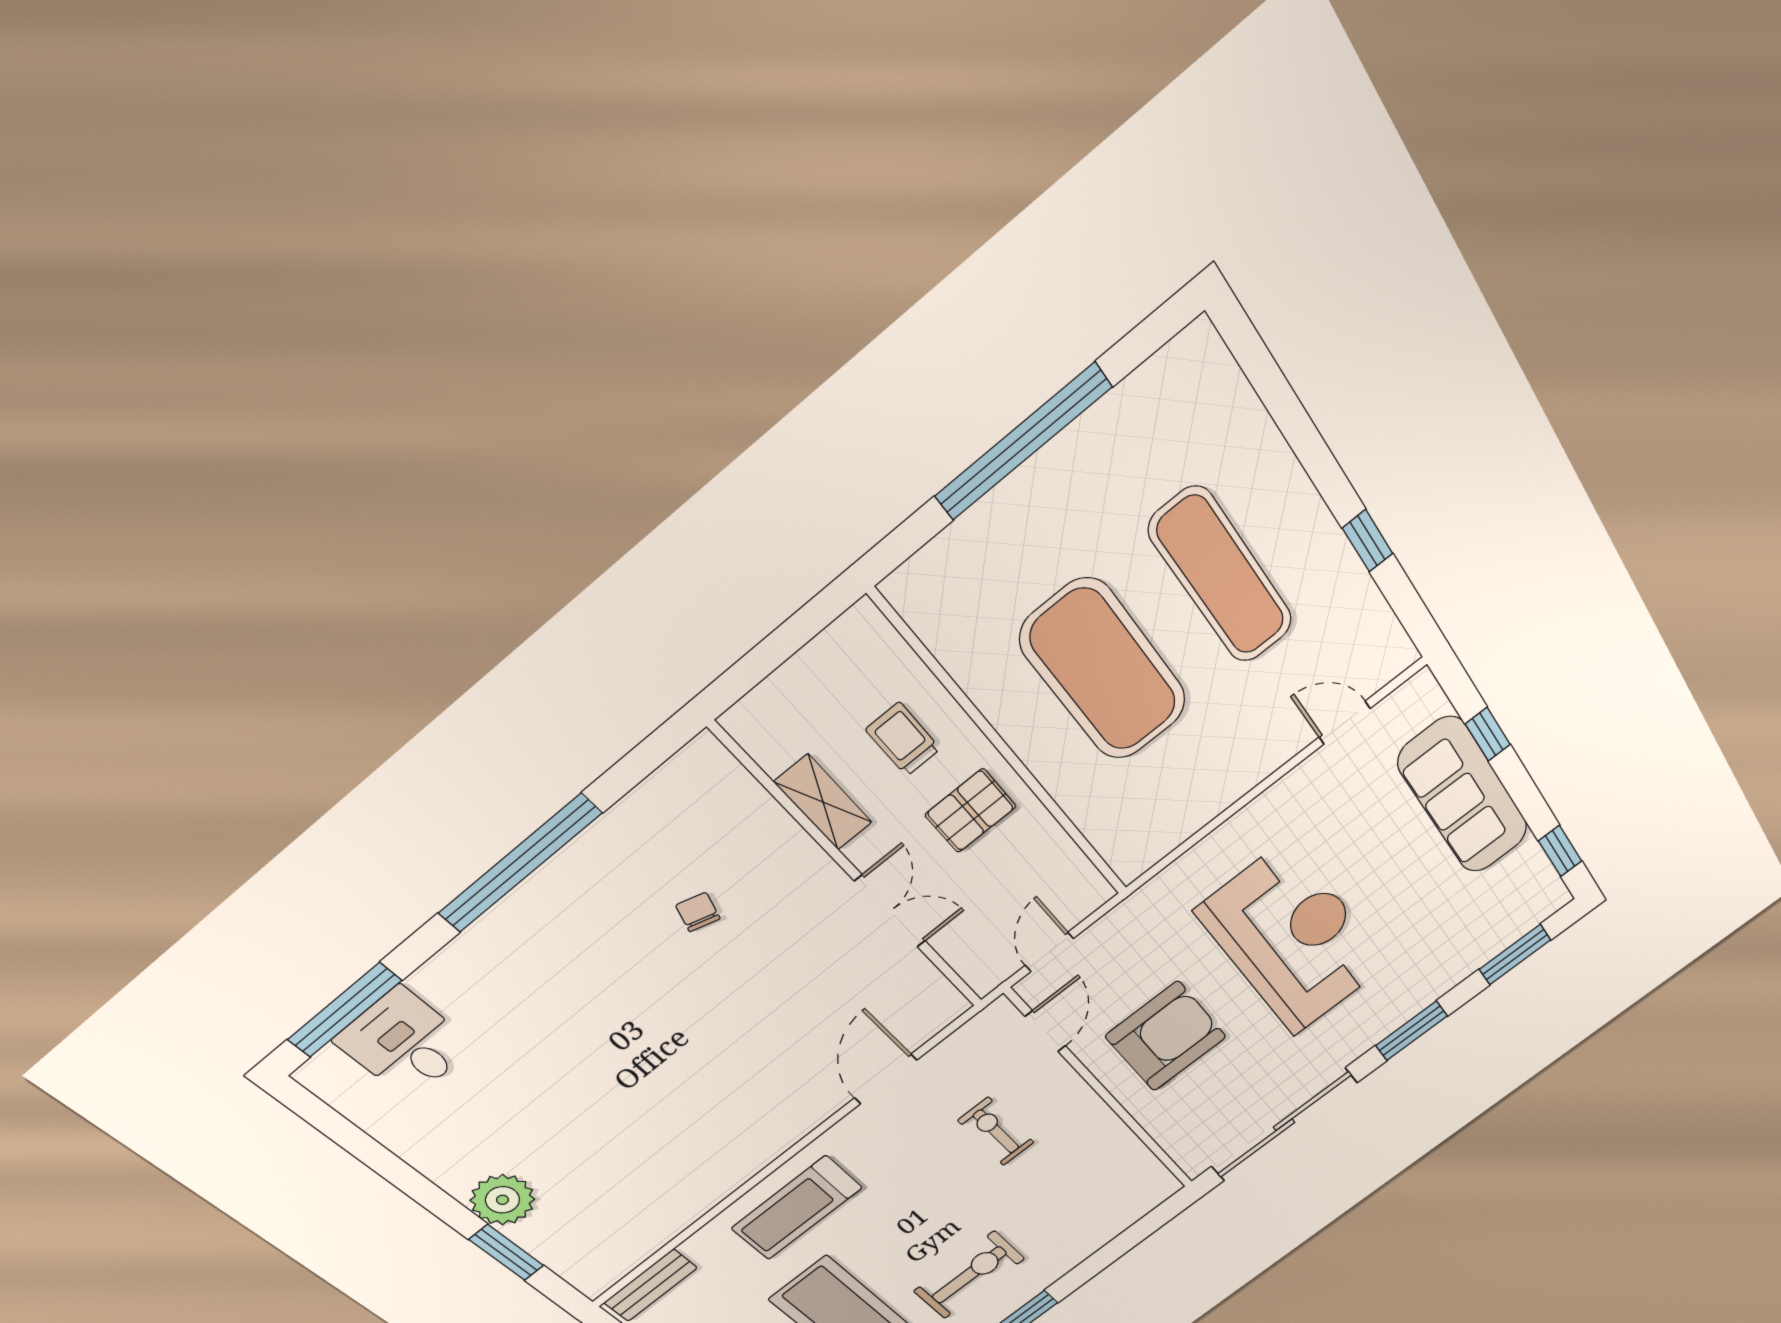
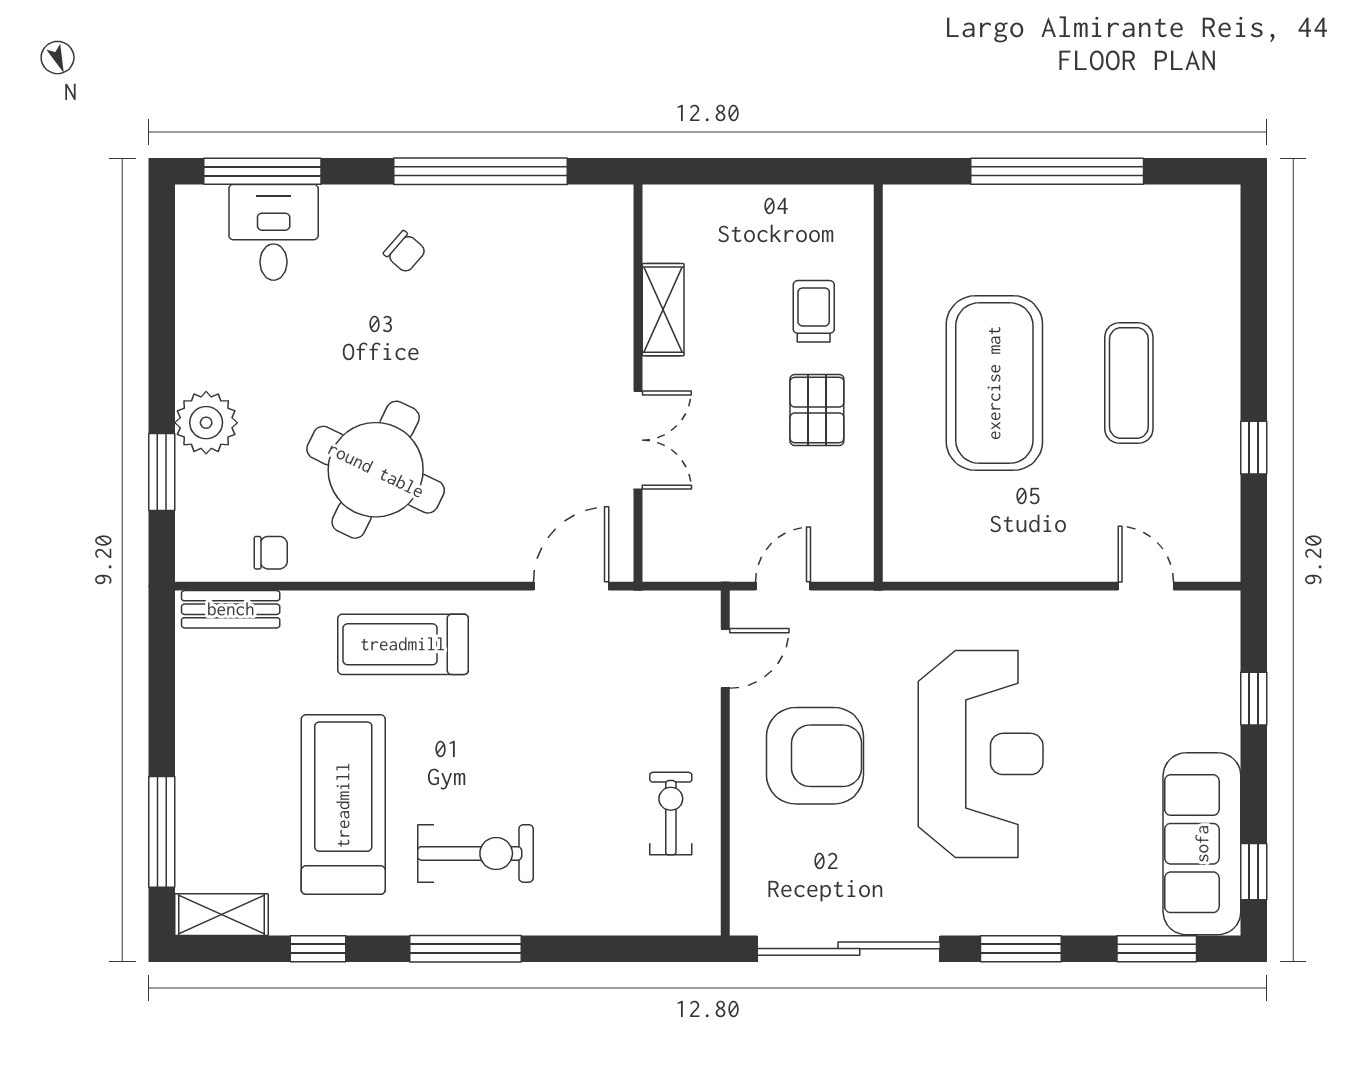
exercise mat: (1221, 576) -> (1129, 383), width x0.73, depth x0.69
sofa: (1463, 796) -> (1202, 844), moved
shelving: (823, 802) -> (663, 310), moved
pallet: (970, 811) -> (817, 410), turned 90
wall: (853, 872) -> (638, 383), moved
double door: (890, 911) -> (638, 440), moved
chair: (698, 912) -> (405, 252), moved, turned 114
round table: (662, 1126) -> (376, 470), added
exercise bike: (996, 1131) -> (671, 814), moved
chair: (642, 1234) -> (271, 553), added

